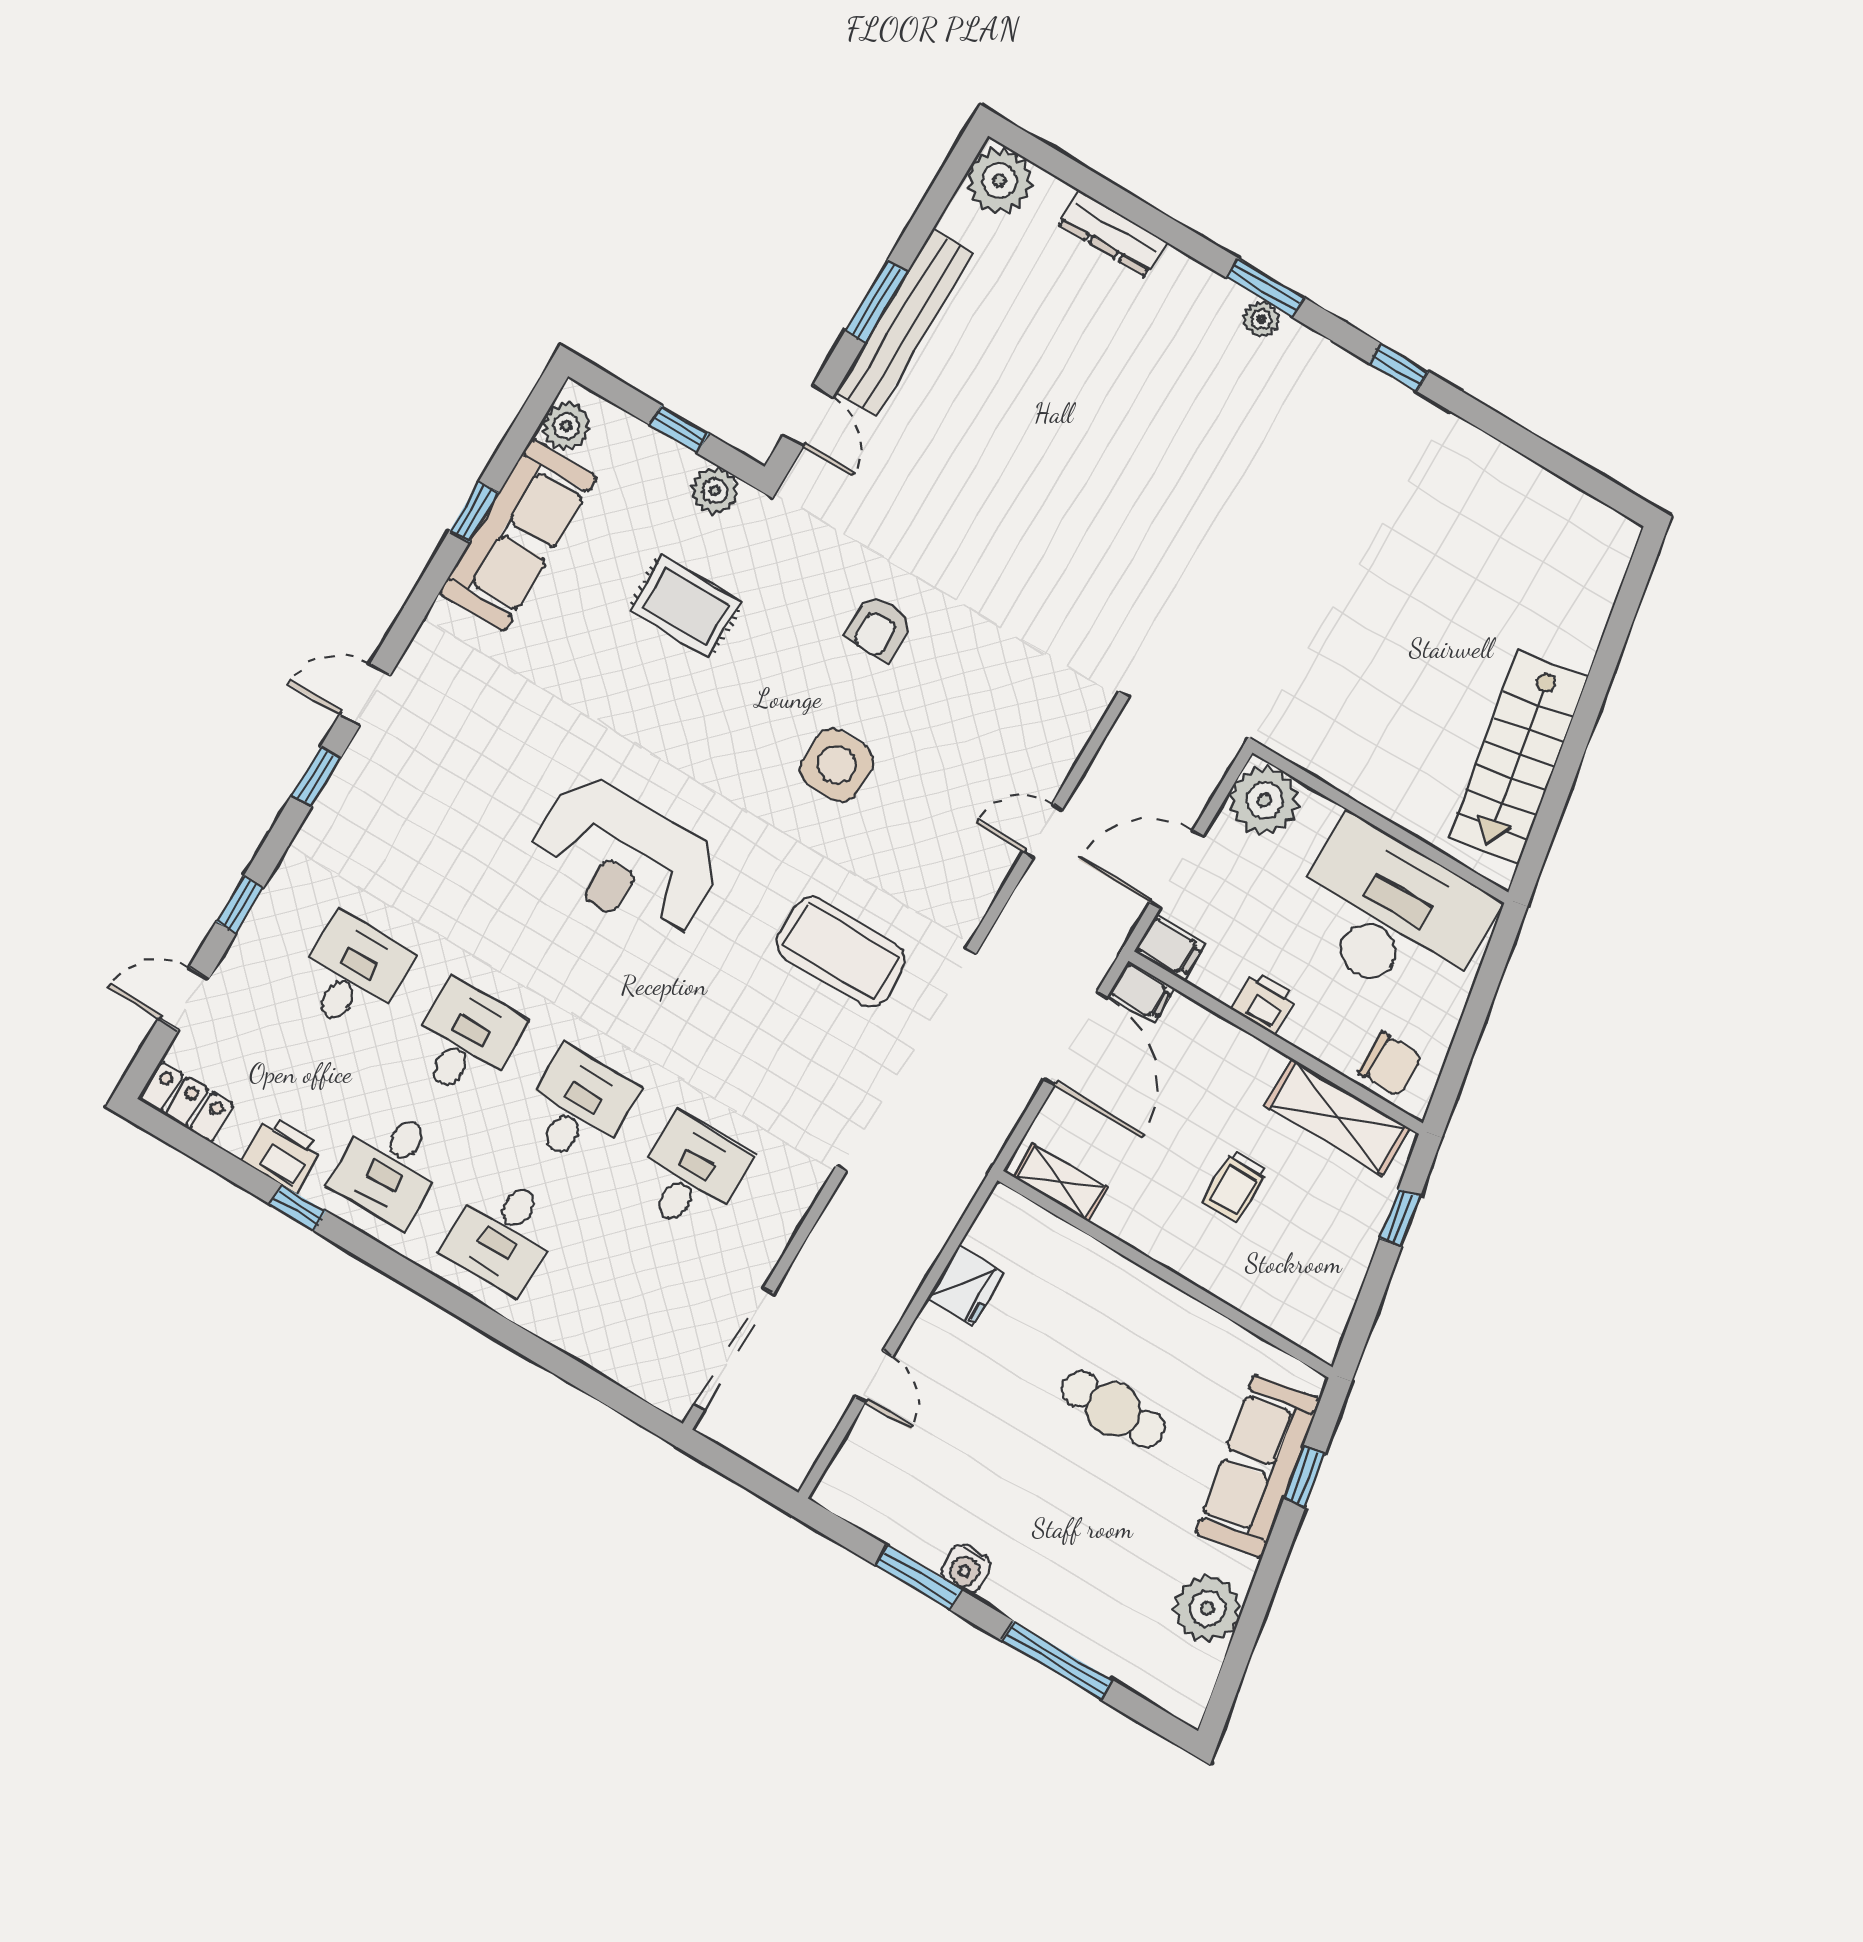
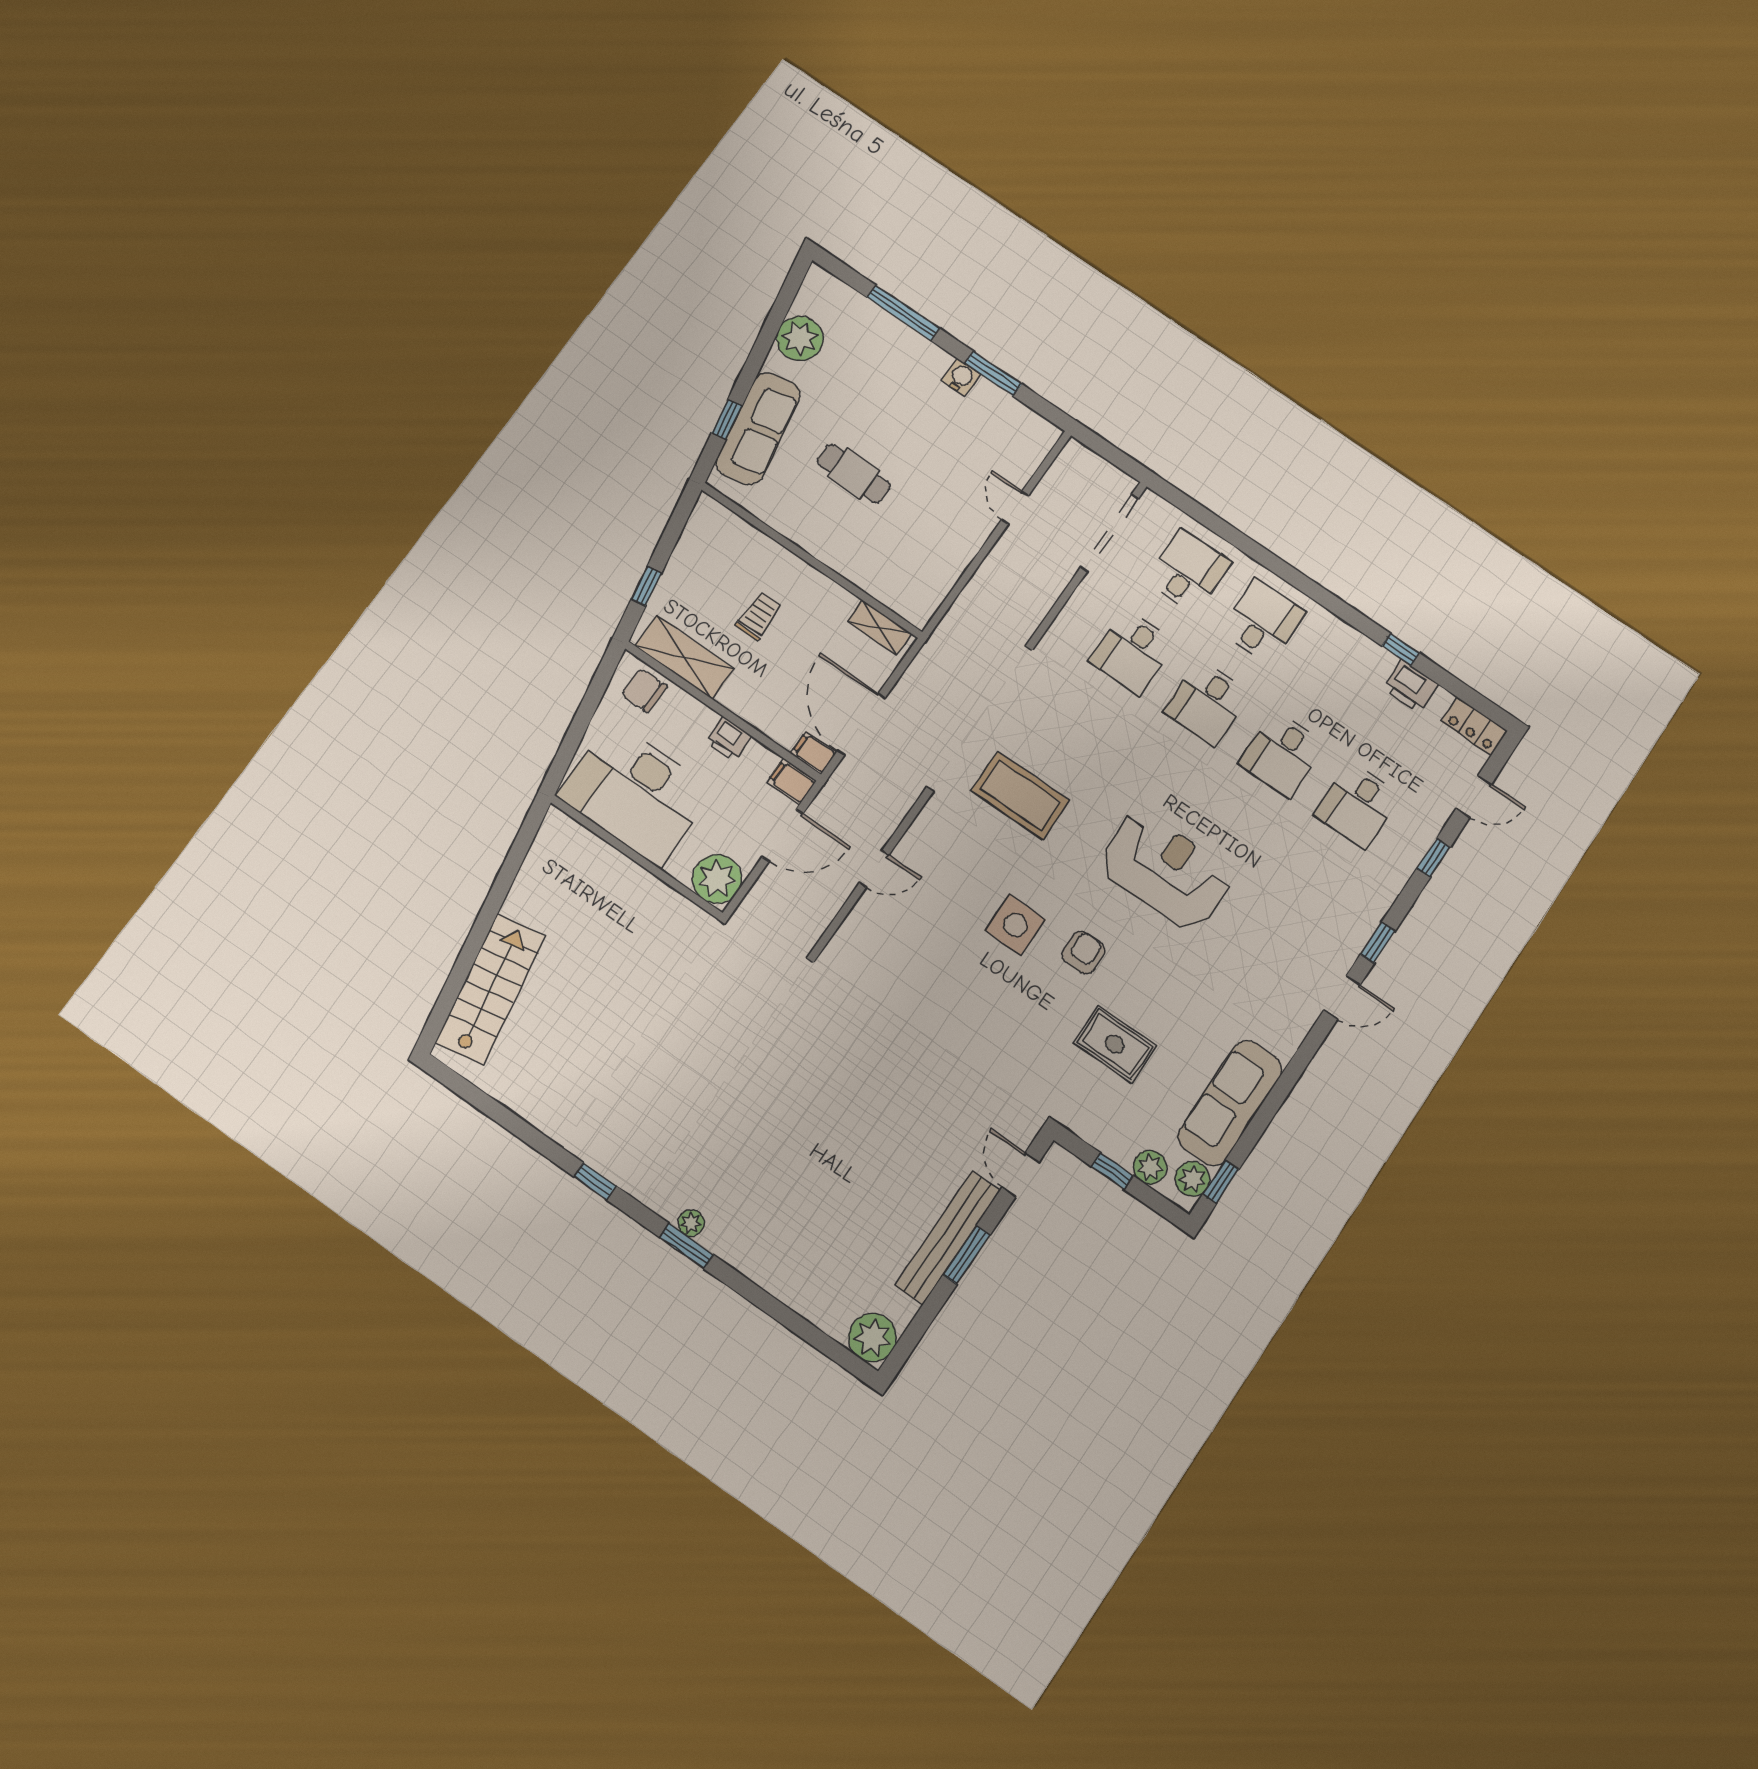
dresser: (1112, 233) -> (794, 1293), removed
plant: (715, 491) -> (1150, 1167), moved
window: (474, 512) -> (1221, 1182), moved
armchair: (879, 628) -> (1083, 953), moved
stairs: (1518, 758) -> (490, 989), moved
desk: (390, 1167) -> (1188, 571), moved
fridge: (965, 1286) -> (949, 563), removed

